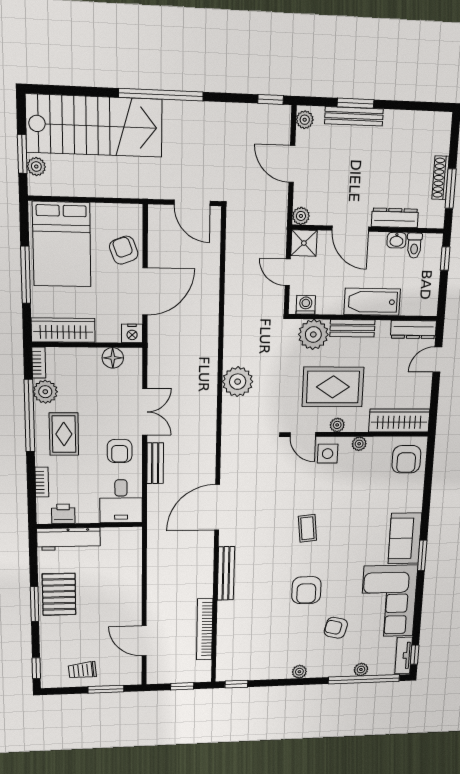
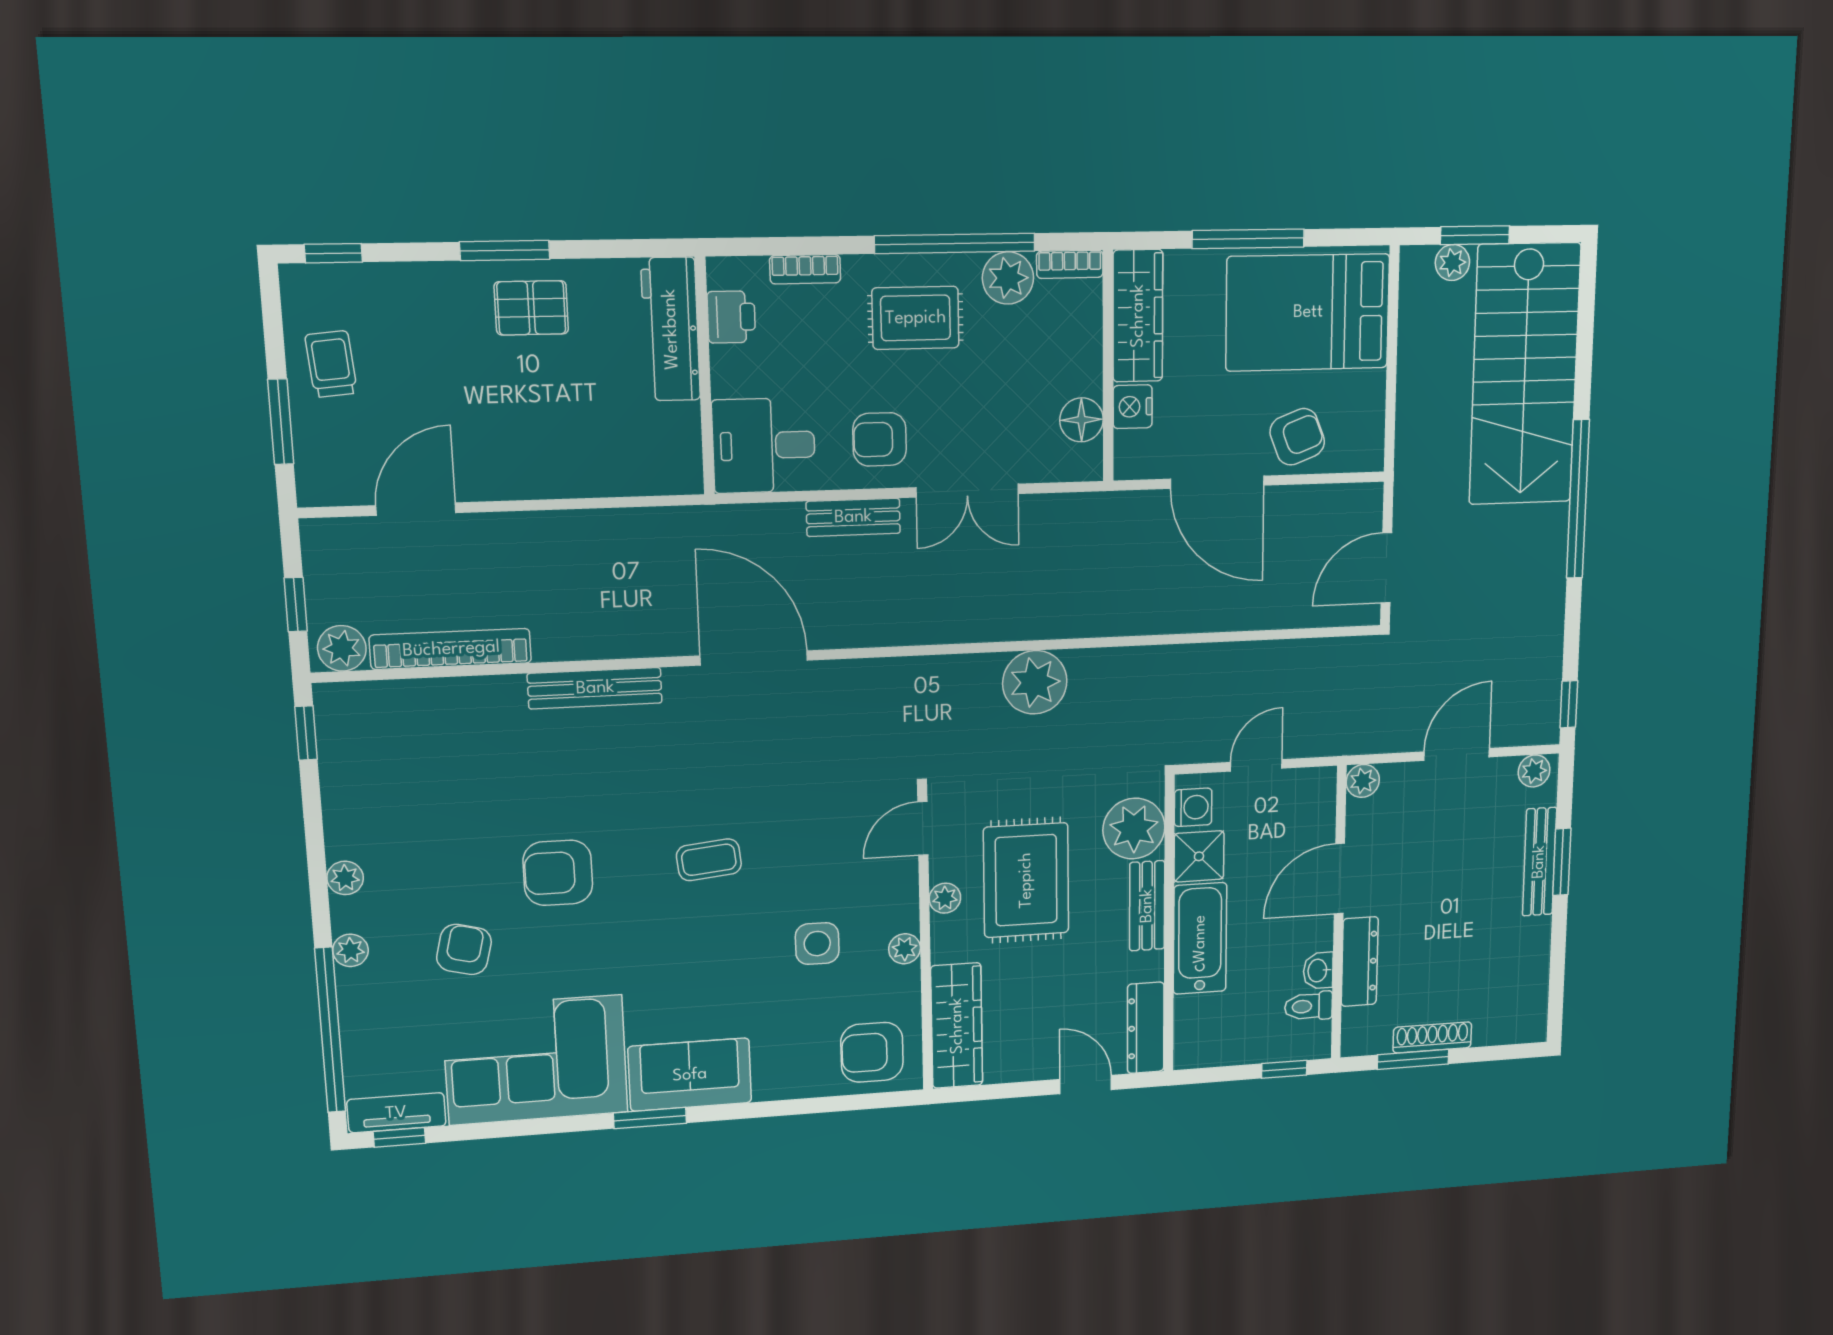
shower: (304, 243) -> (1199, 856), moved
nightstand: (132, 333) -> (1133, 407), moved
side table: (328, 454) -> (817, 944), moved
pallet: (59, 594) -> (531, 308), width x0.67, depth x0.71
plant: (202, 670) -> (342, 648), added
plant: (361, 670) -> (350, 950), moved

